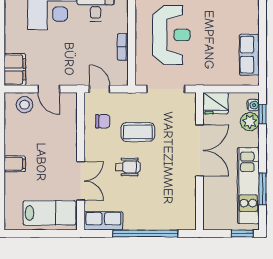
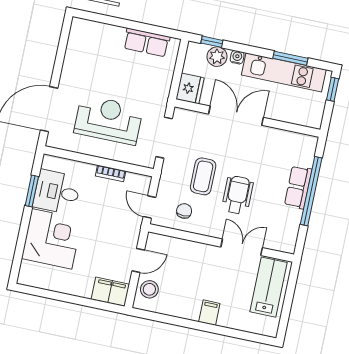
door: (100, 89) -> (150, 207), hinge flipped
water cooler: (253, 105) -> (237, 57), moved
wheelchair: (128, 167) -> (238, 195), width x1.36, depth x1.37
row of seats: (103, 221) -> (298, 187), moved

